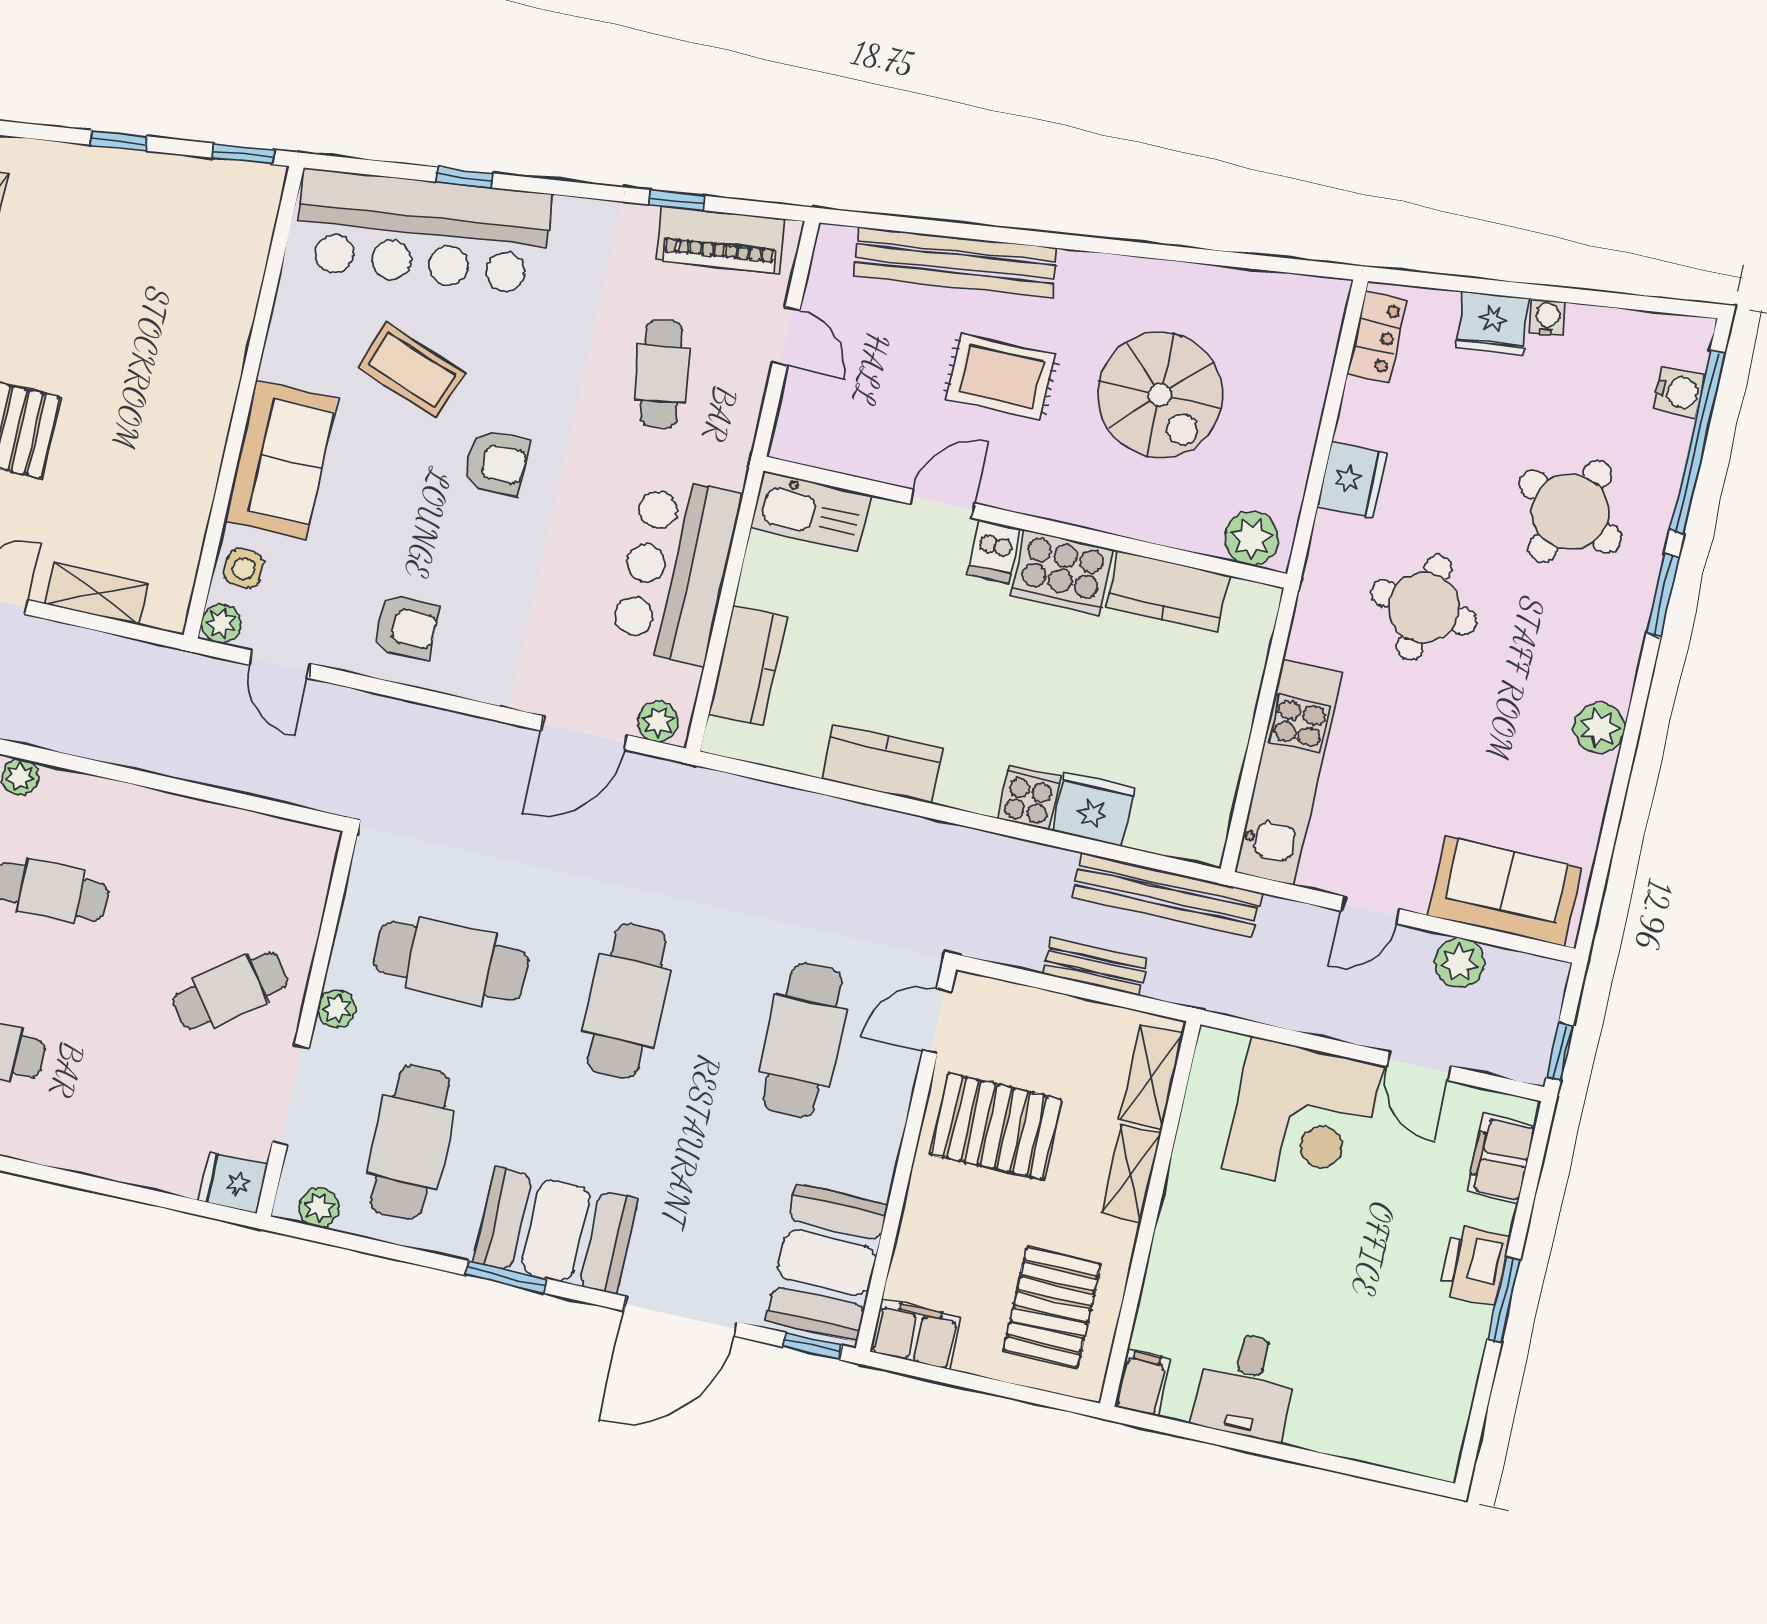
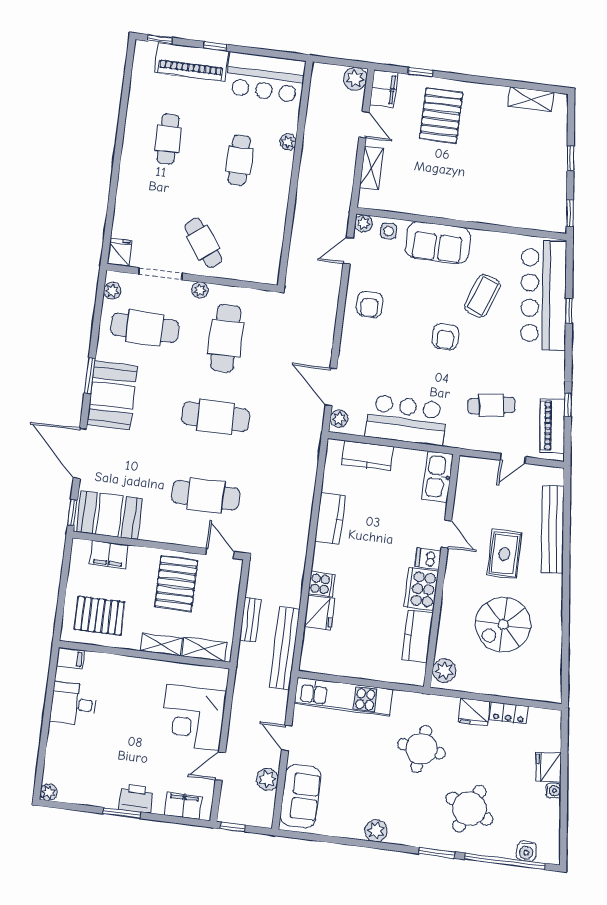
locker: (1377, 337) -> (509, 713), moved
filing cabinet: (916, 1334) -> (109, 554), moved, turned 90
plant: (1441, 1461) -> (49, 792), added

